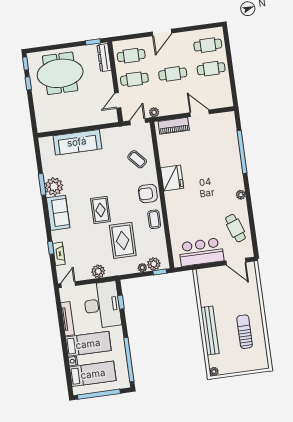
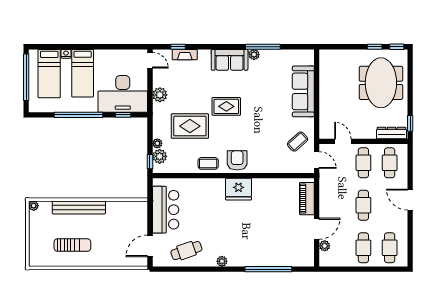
plant: (154, 112) -> (325, 246), moved
coffee table: (137, 159) -> (298, 142), moved
fridge: (172, 178) -> (239, 189), moved
window: (42, 184) -> (263, 47), width x1.44
plant: (54, 186) -> (254, 55), width x0.53, depth x0.53
window: (51, 248) -> (178, 47), moved
tv unit: (67, 319) -> (113, 54), removed
window: (129, 360) -> (78, 115), moved

